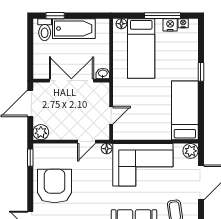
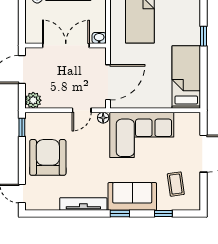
door: (111, 115) -> (108, 82), width x1.88
plant: (191, 151) -> (192, 120), removed

